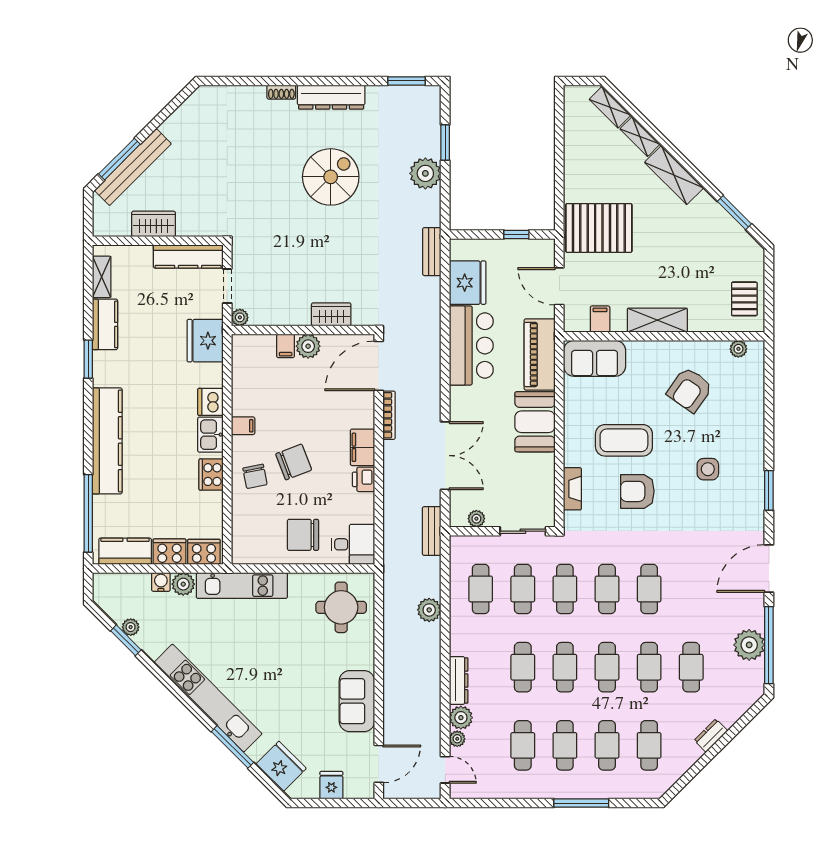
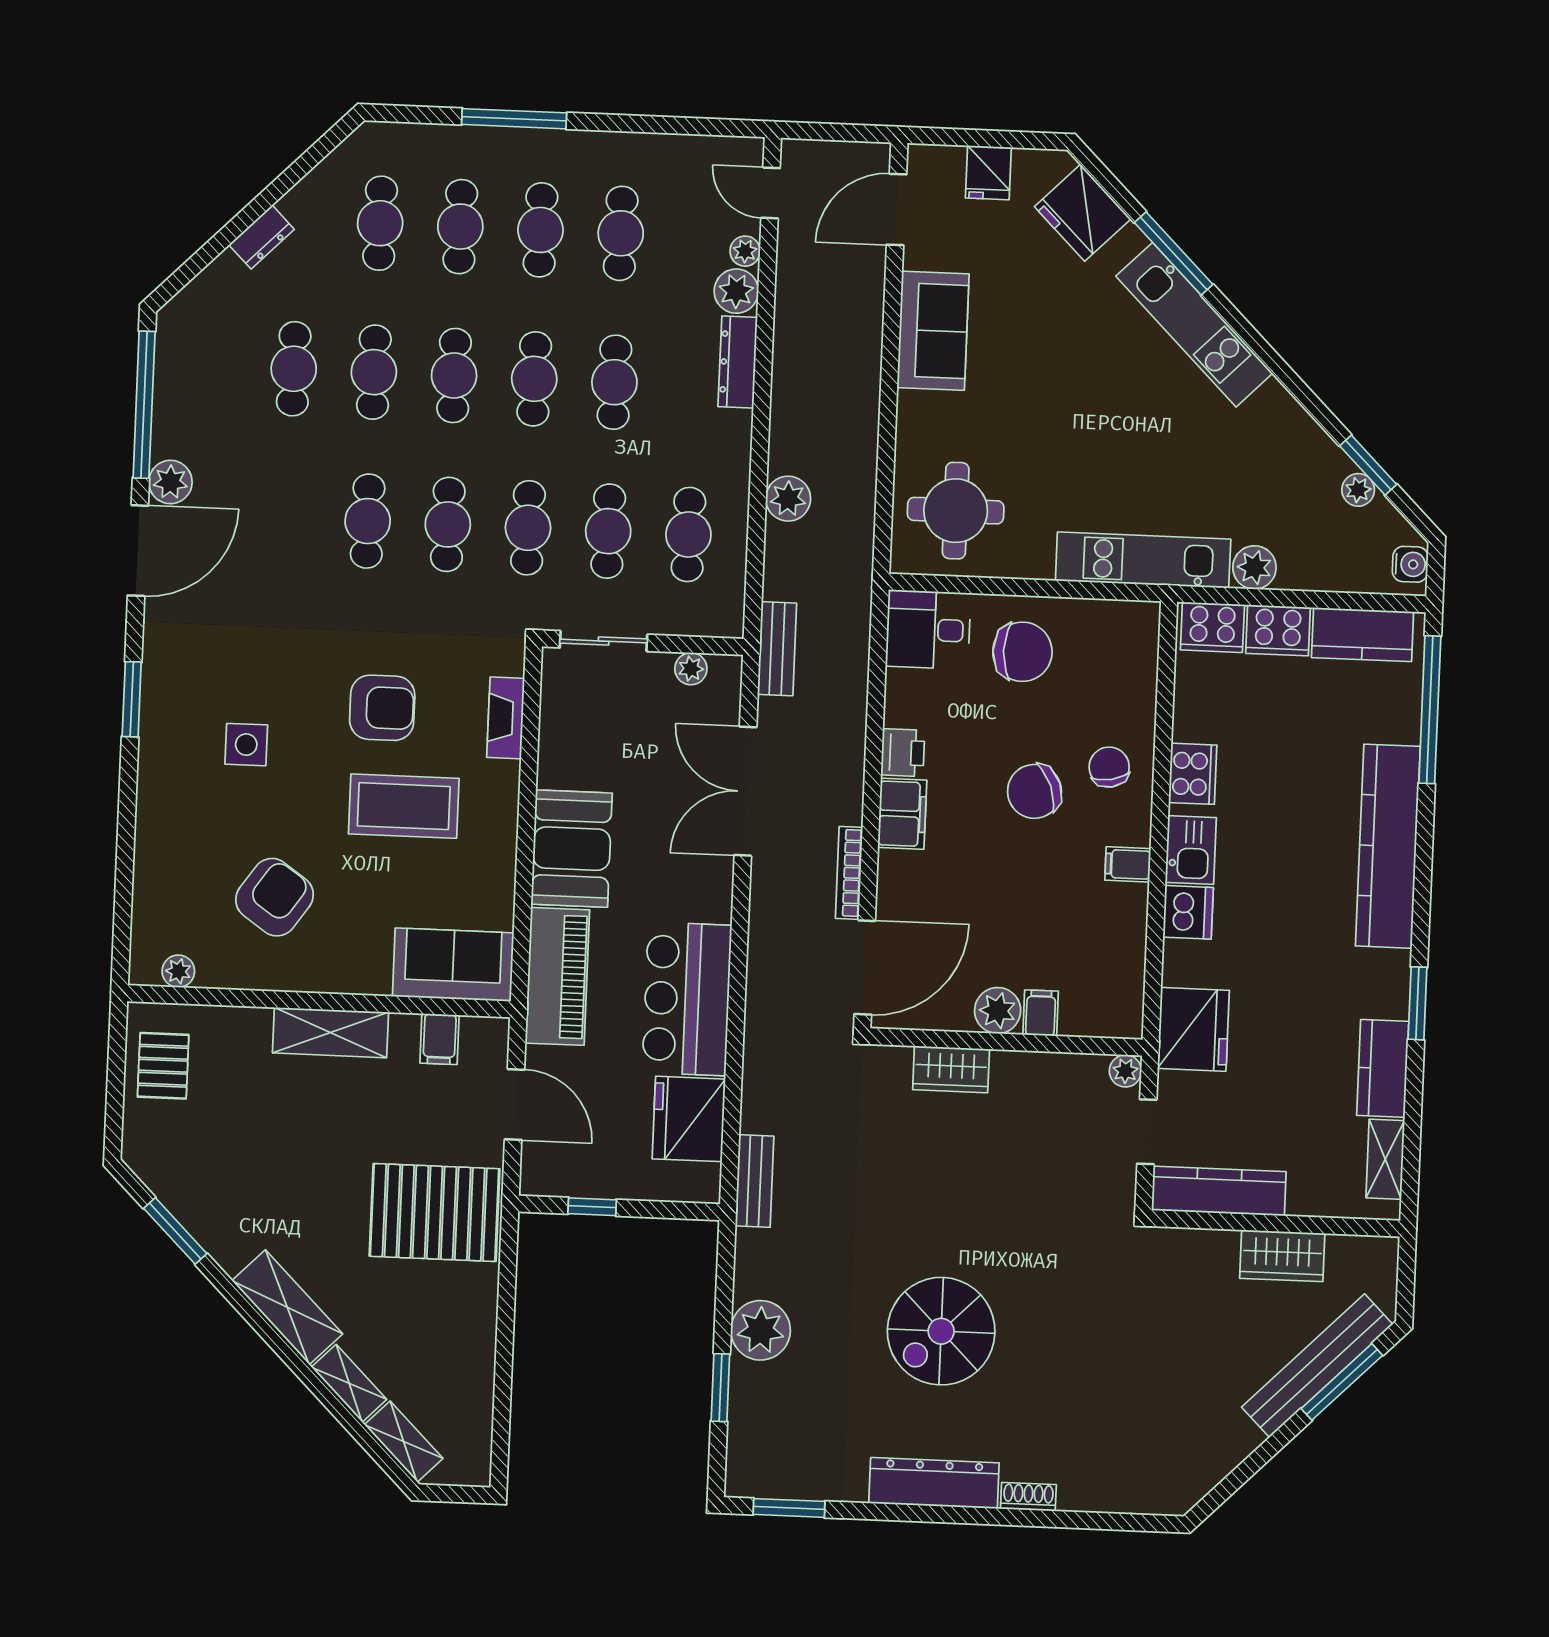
water cooler: (161, 582) -> (1410, 564), moved, turned -90
plant: (749, 645) -> (170, 482), moved, width x0.73, depth x0.73
kitchen unit: (208, 698) -> (1194, 325), width x0.73

